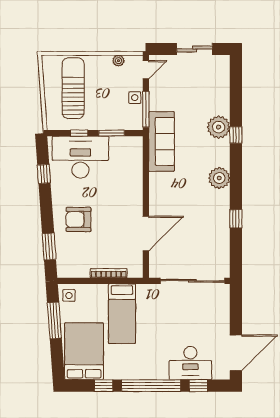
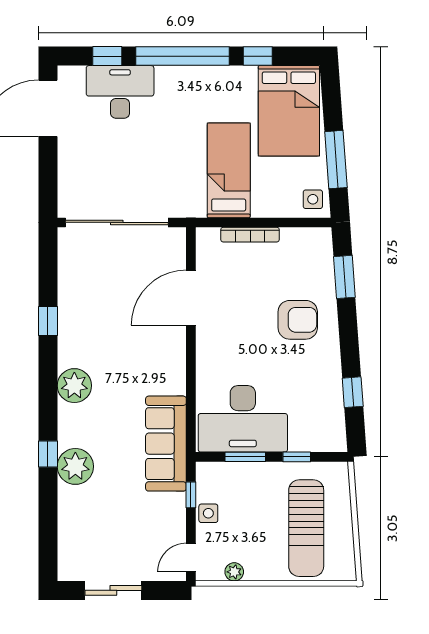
window: (146, 109) -> (191, 495), width x0.46
desk: (80, 157) -> (243, 419), moved

